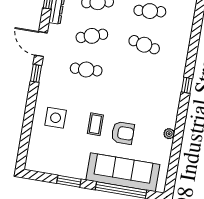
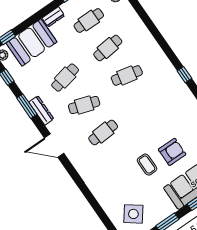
cafe table: (92, 36) -> (84, 105), turned 36
window: (36, 73) -> (71, 170), removed
side table: (56, 118) -> (133, 214), moved, turned 37

